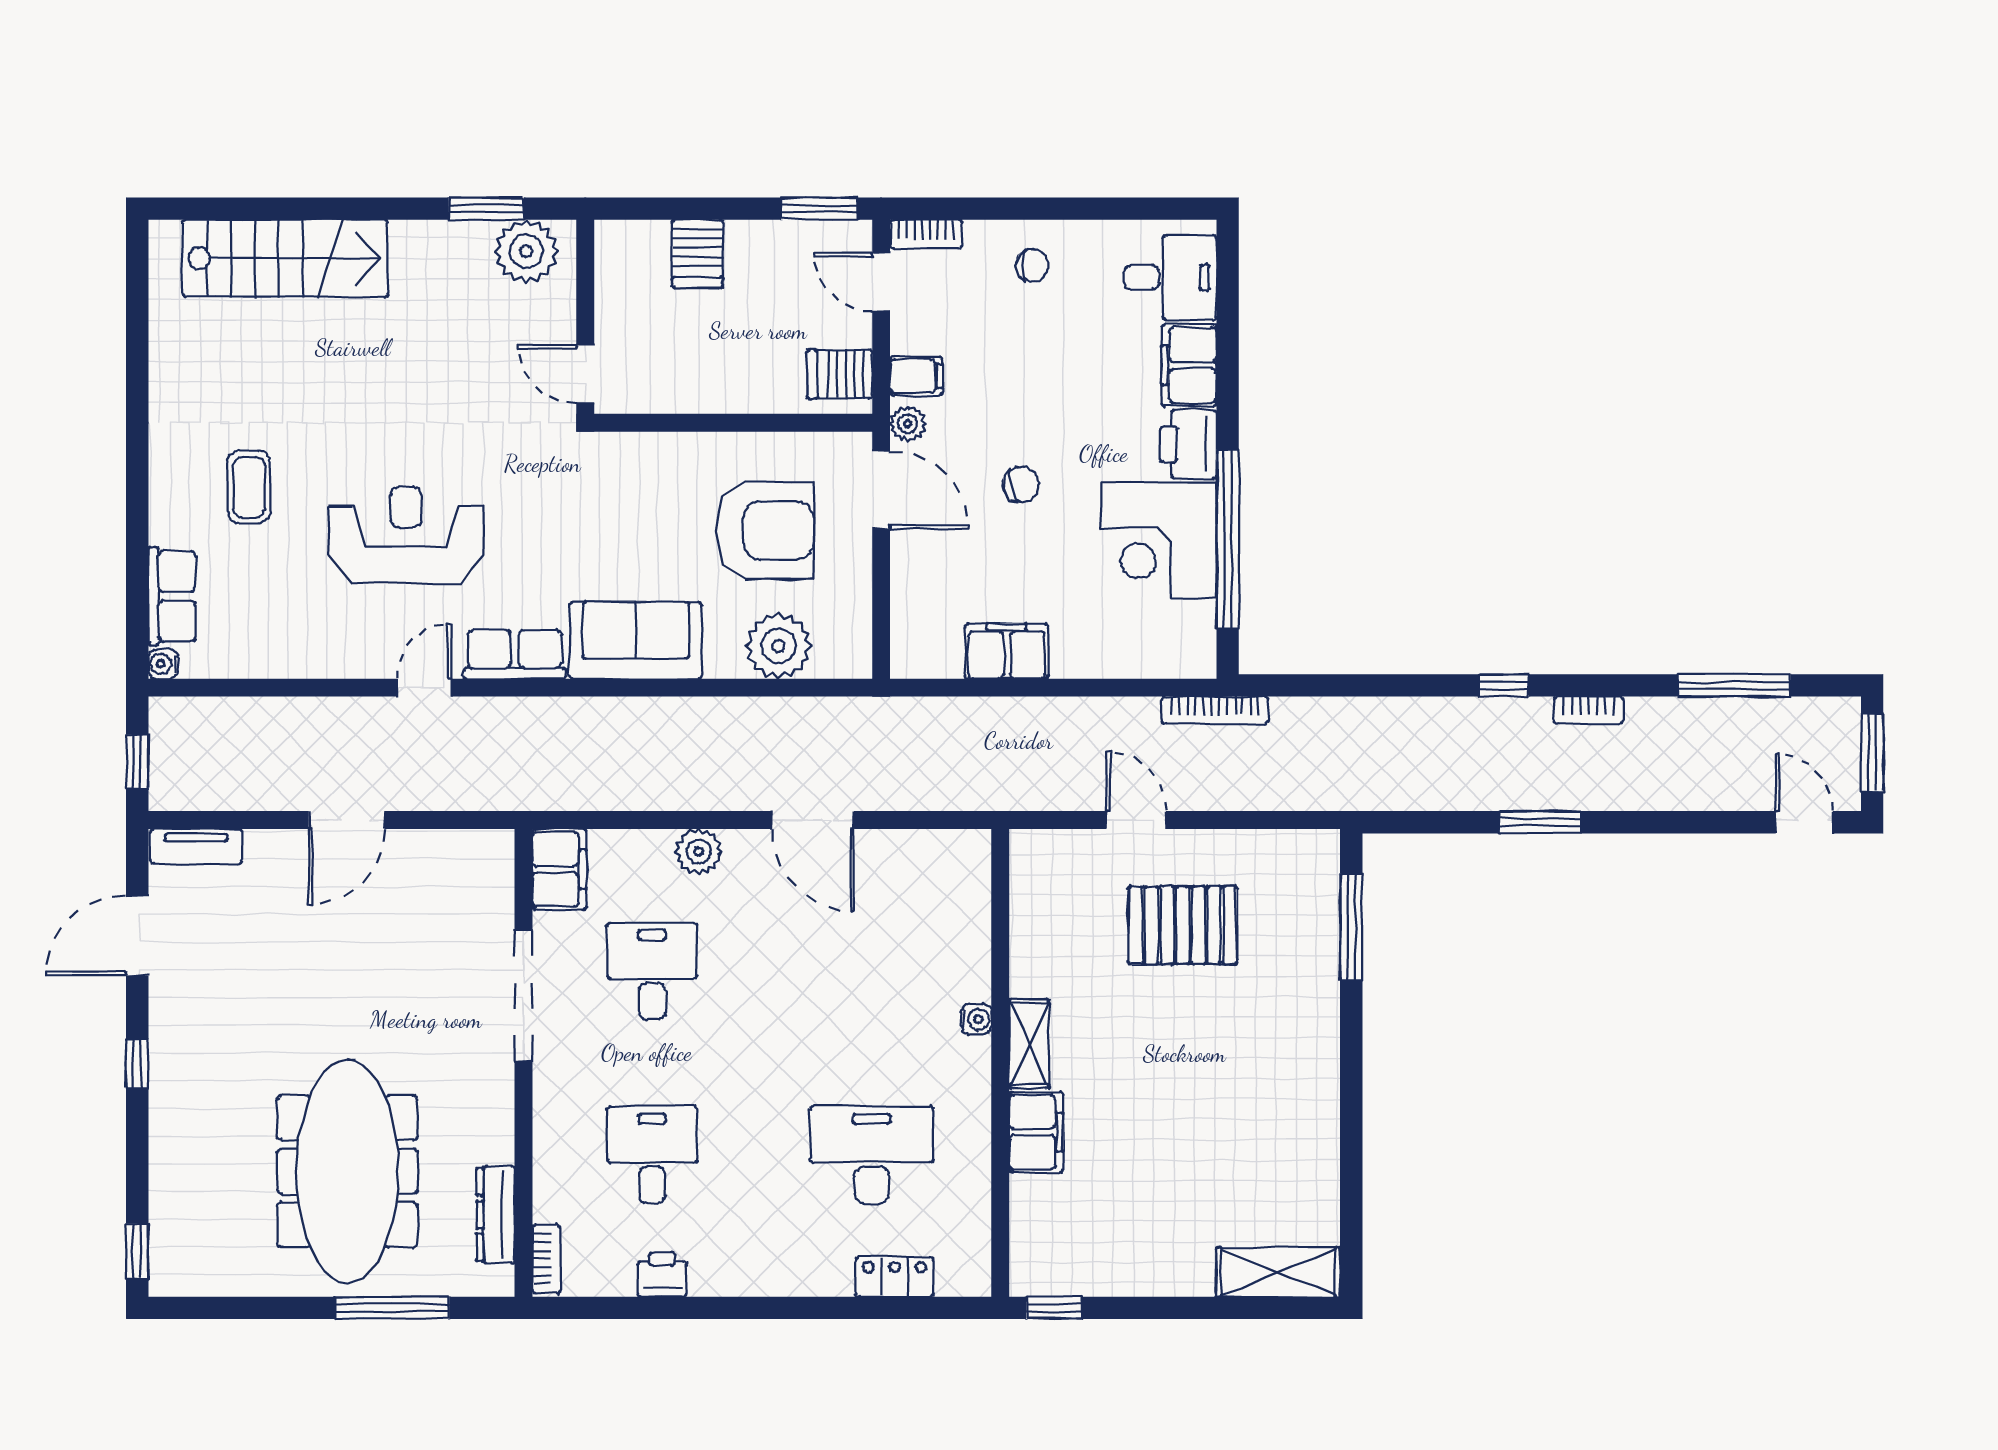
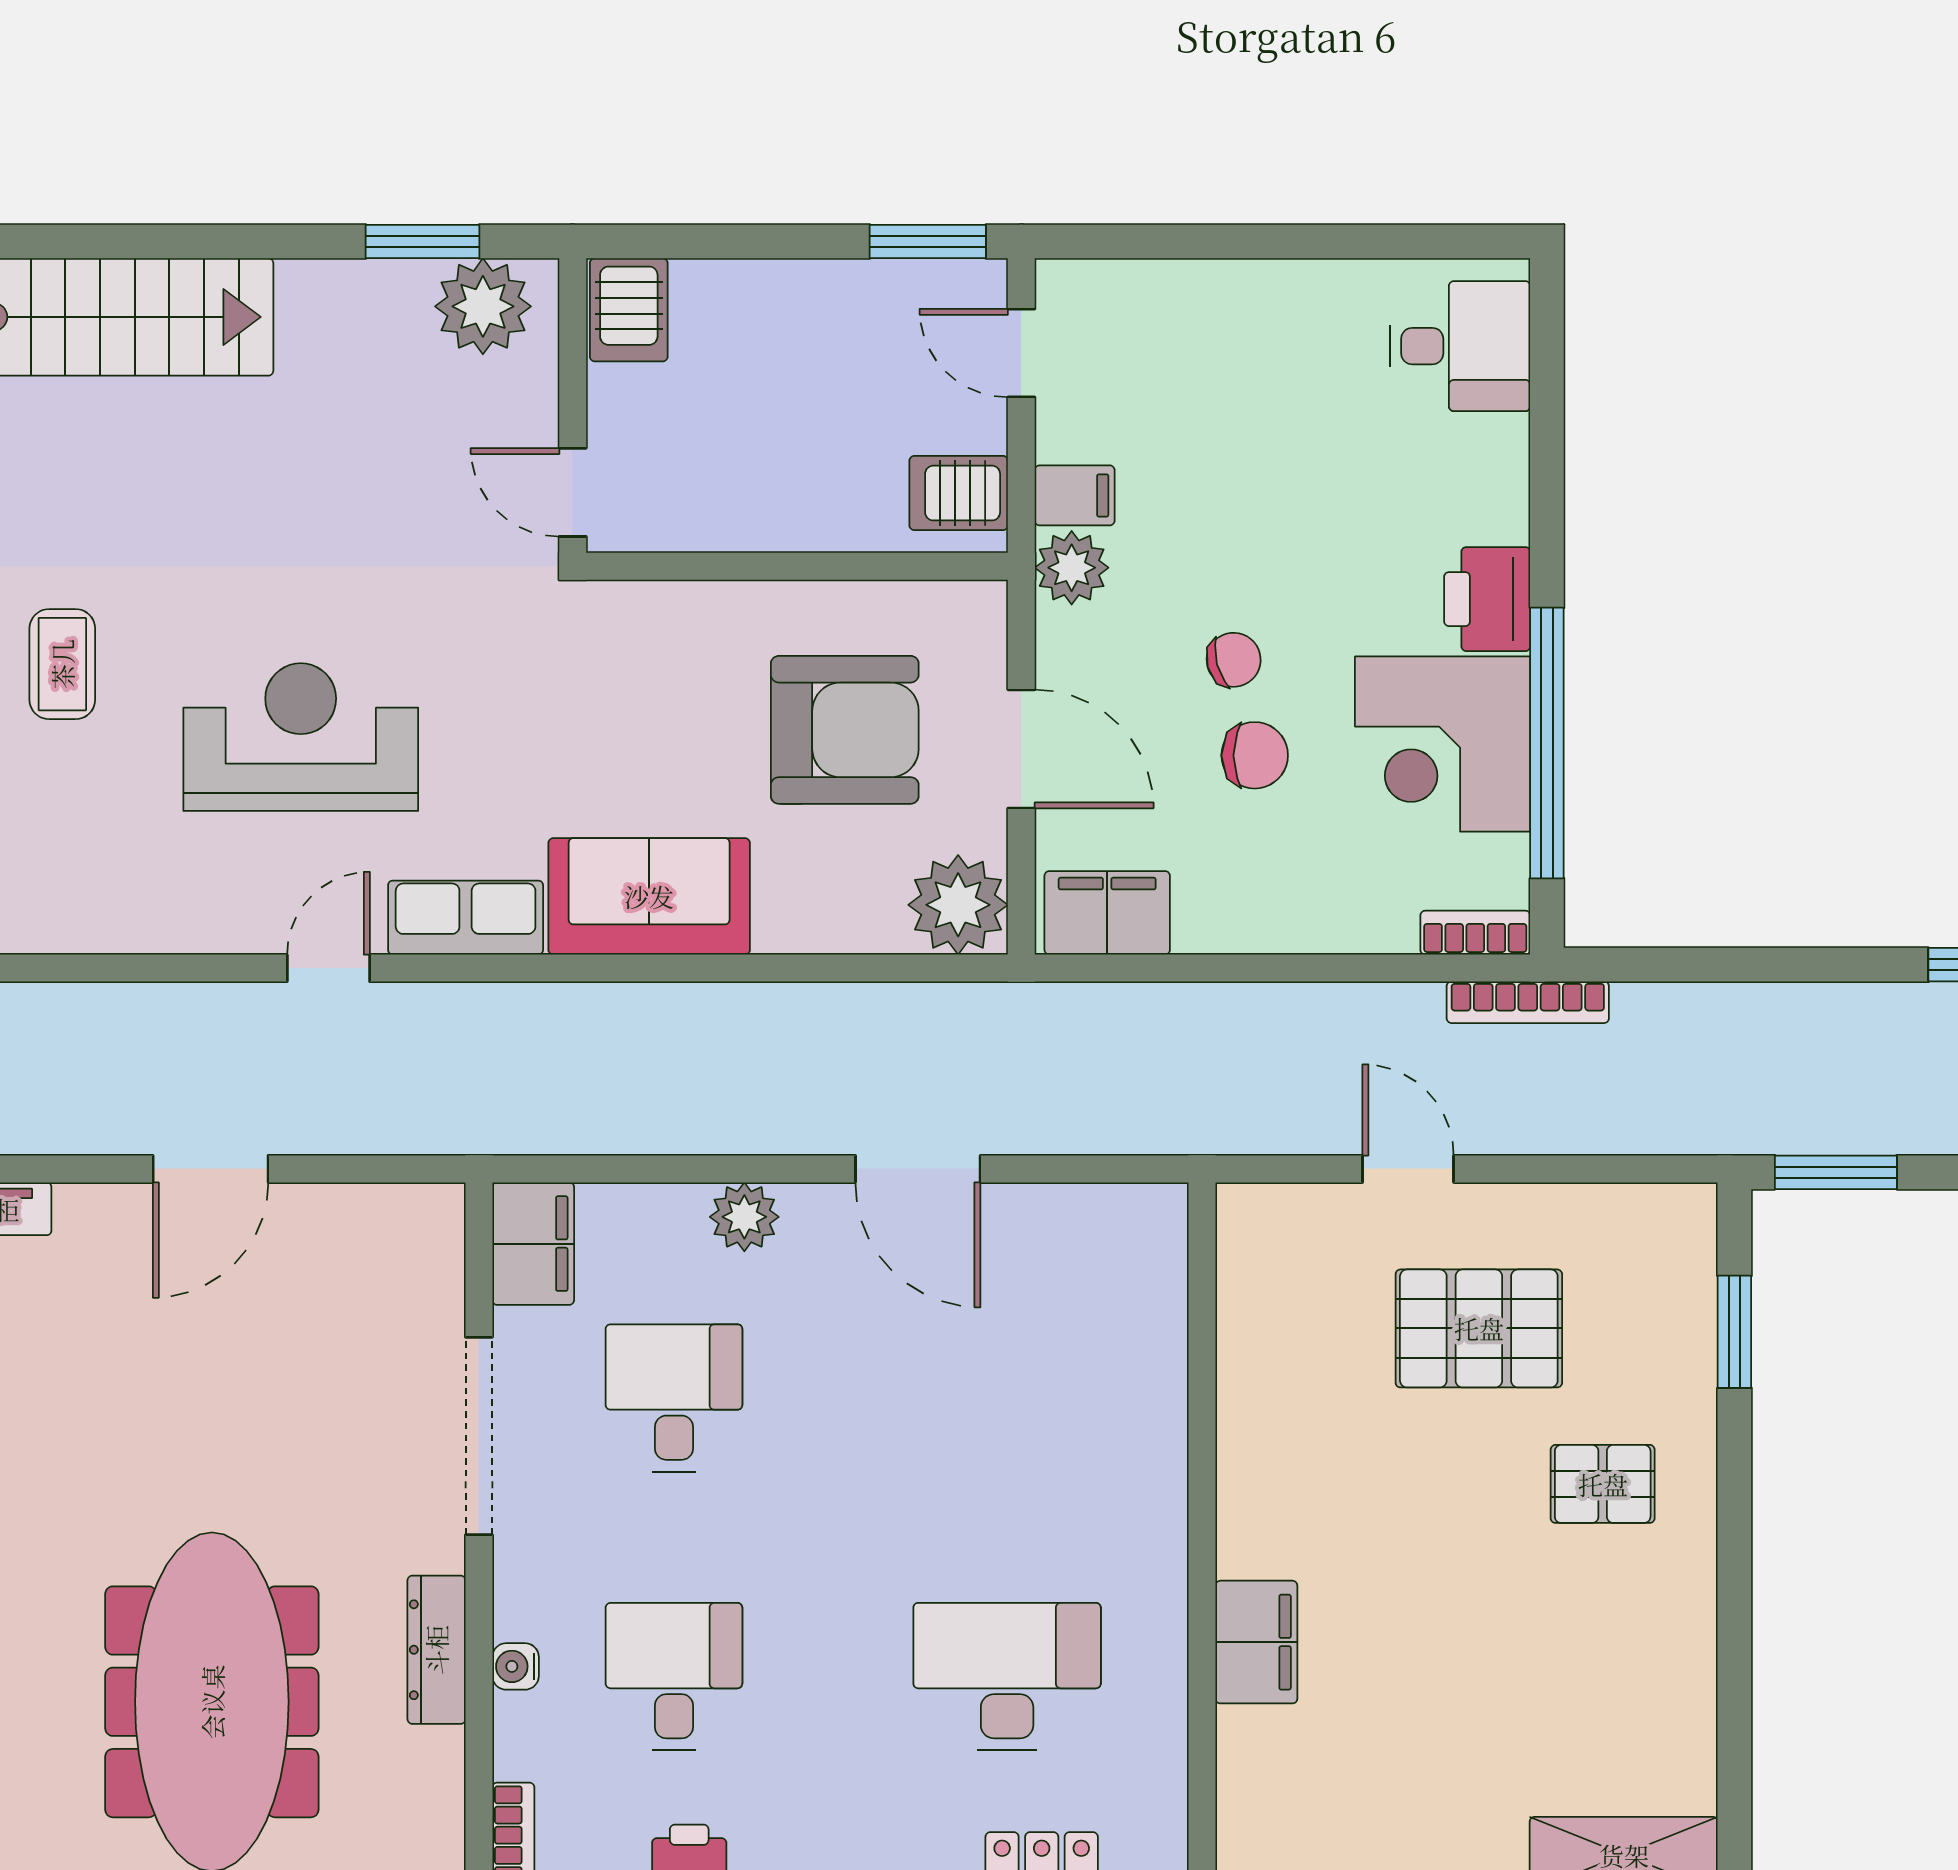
bookcase: (926, 234) -> (1475, 933), moved, turned 180
server rack: (697, 254) -> (629, 310), moved
chair: (1032, 265) -> (1255, 755), moved, width x1.37, depth x1.37
filing cabinet: (1189, 365) -> (1488, 479), removed
plant: (908, 424) -> (1072, 568), width x1.38, depth x1.38
door: (881, 490) -> (1021, 749), moved
plant: (779, 646) -> (958, 905), moved
filing cabinet: (1007, 651) -> (1107, 913), moved
window: (1418, 822) -> (1836, 1172), added
window: (1351, 927) -> (1734, 1332), width x0.69
water cooler: (976, 1019) -> (516, 1666), moved, turned 180
pallet: (1264, 1028) -> (1603, 1484), added
shelving: (1029, 1044) -> (1246, 1508), removed
dresser: (496, 1215) -> (436, 1650), moved

